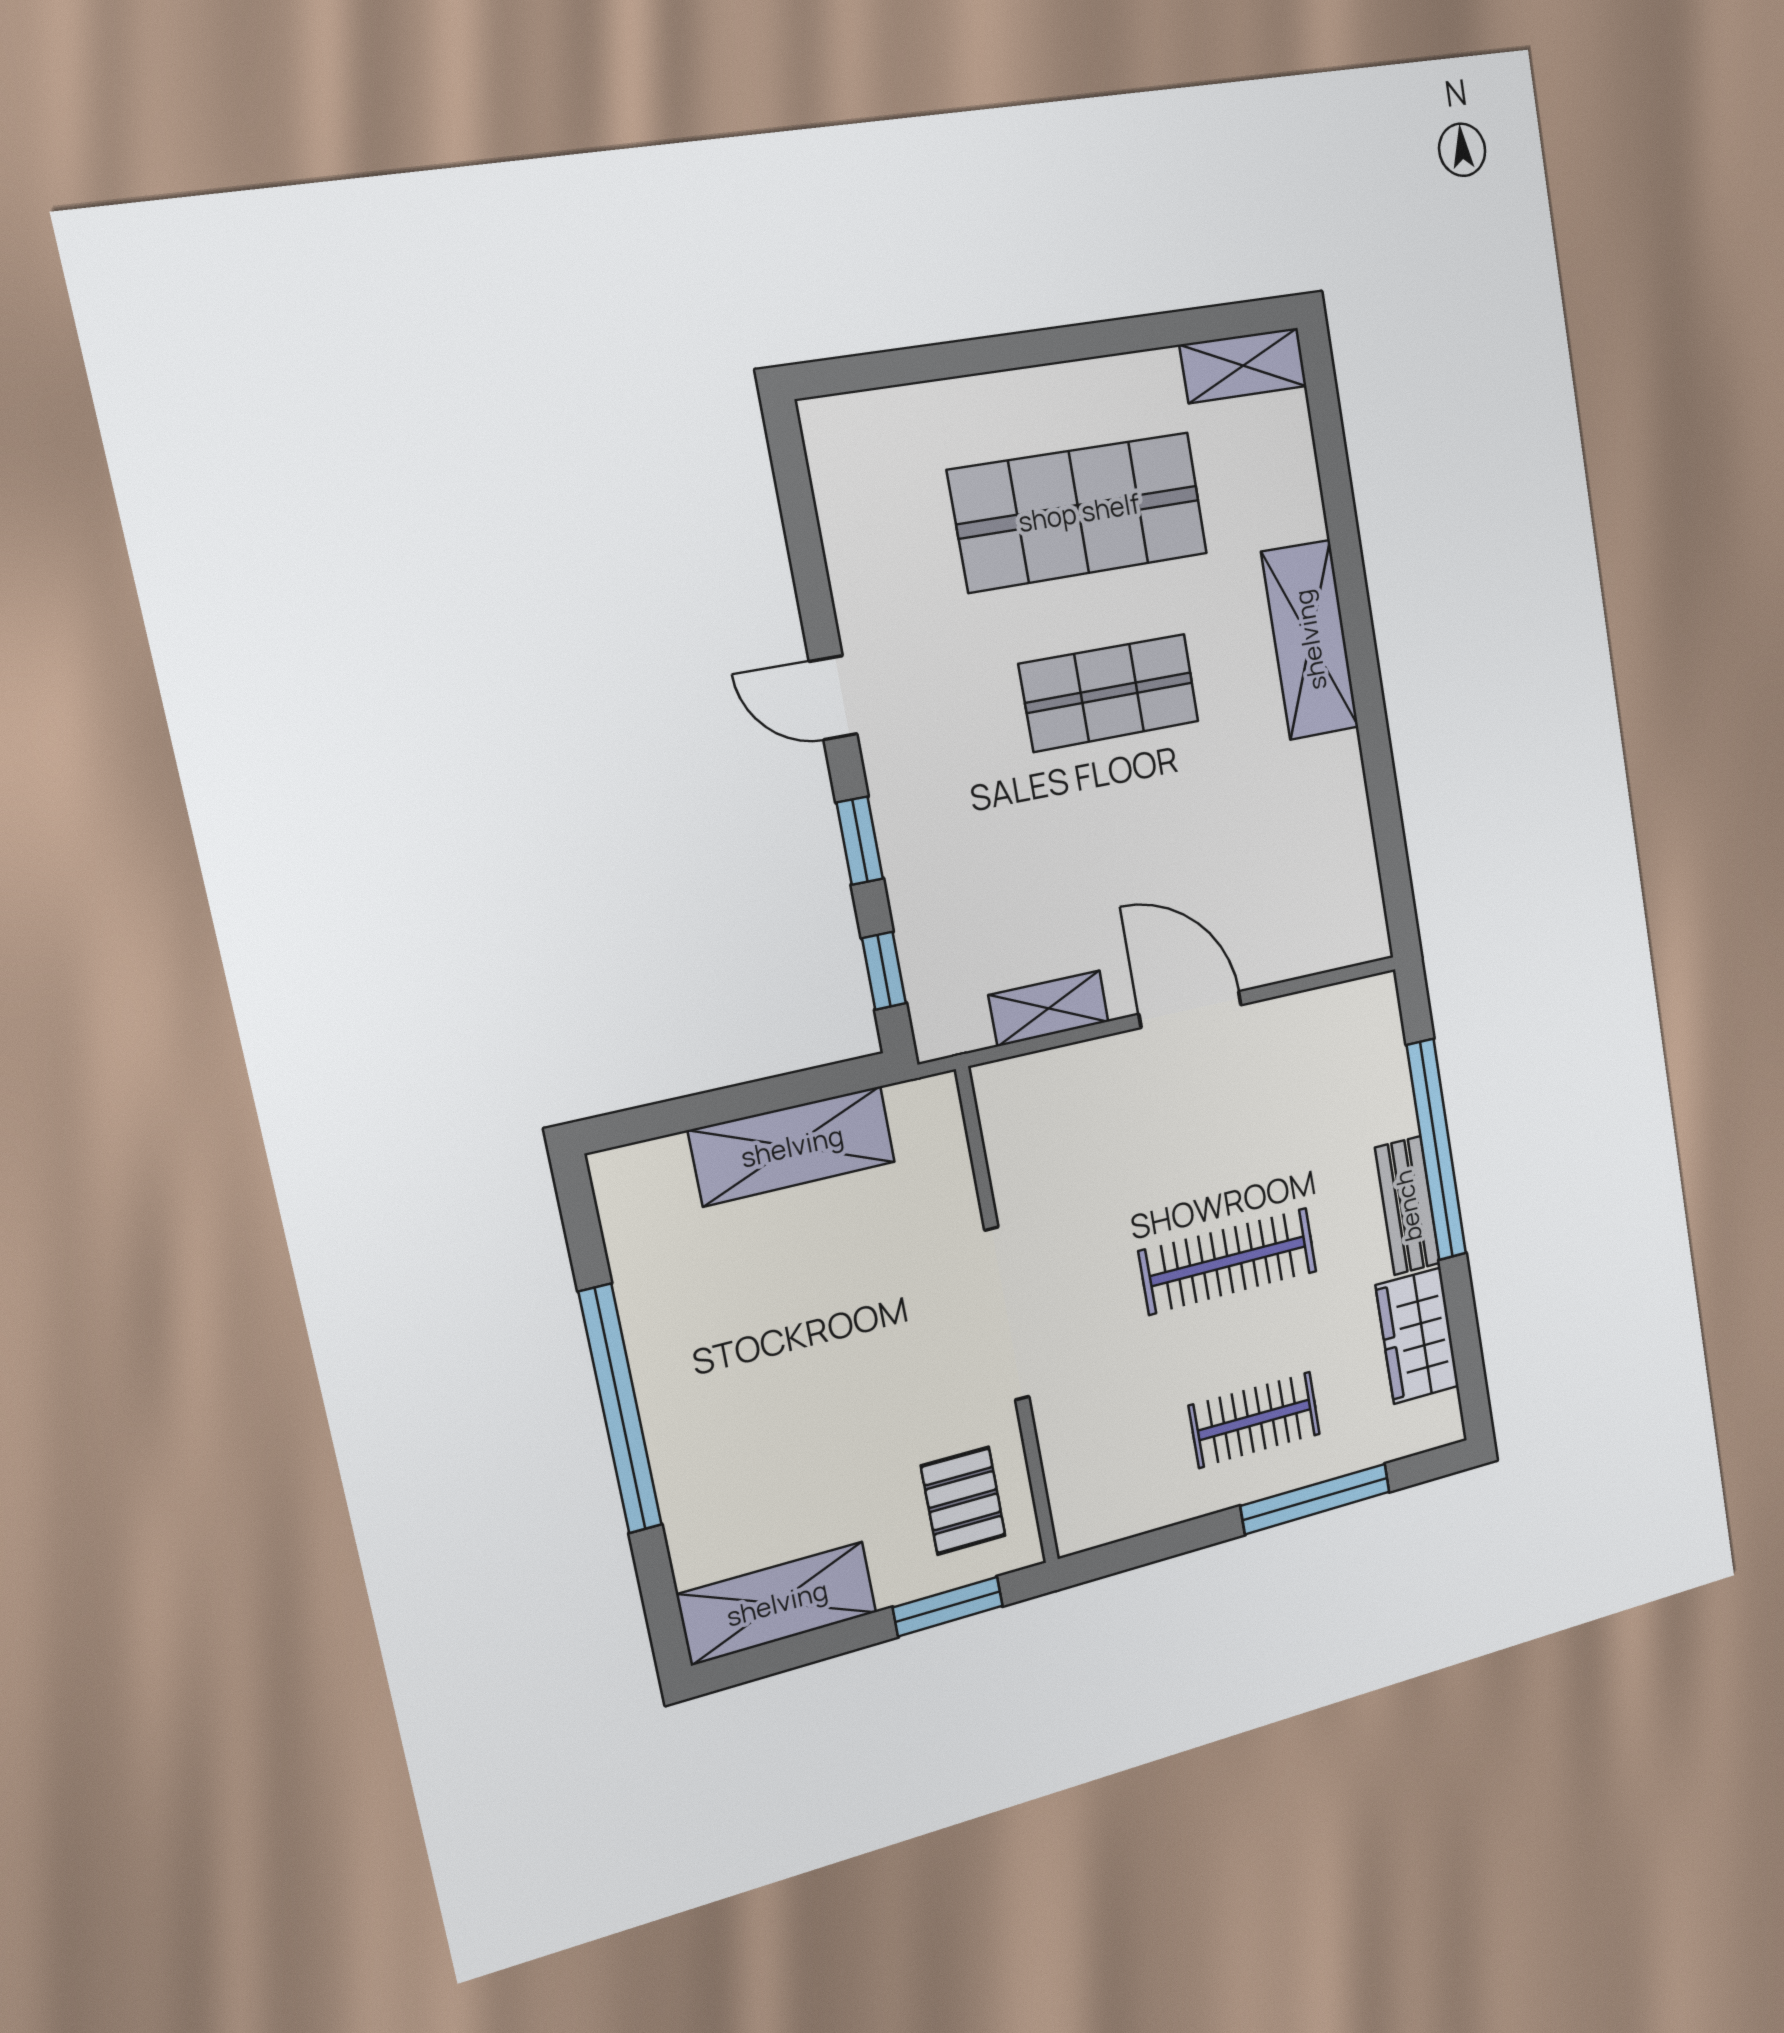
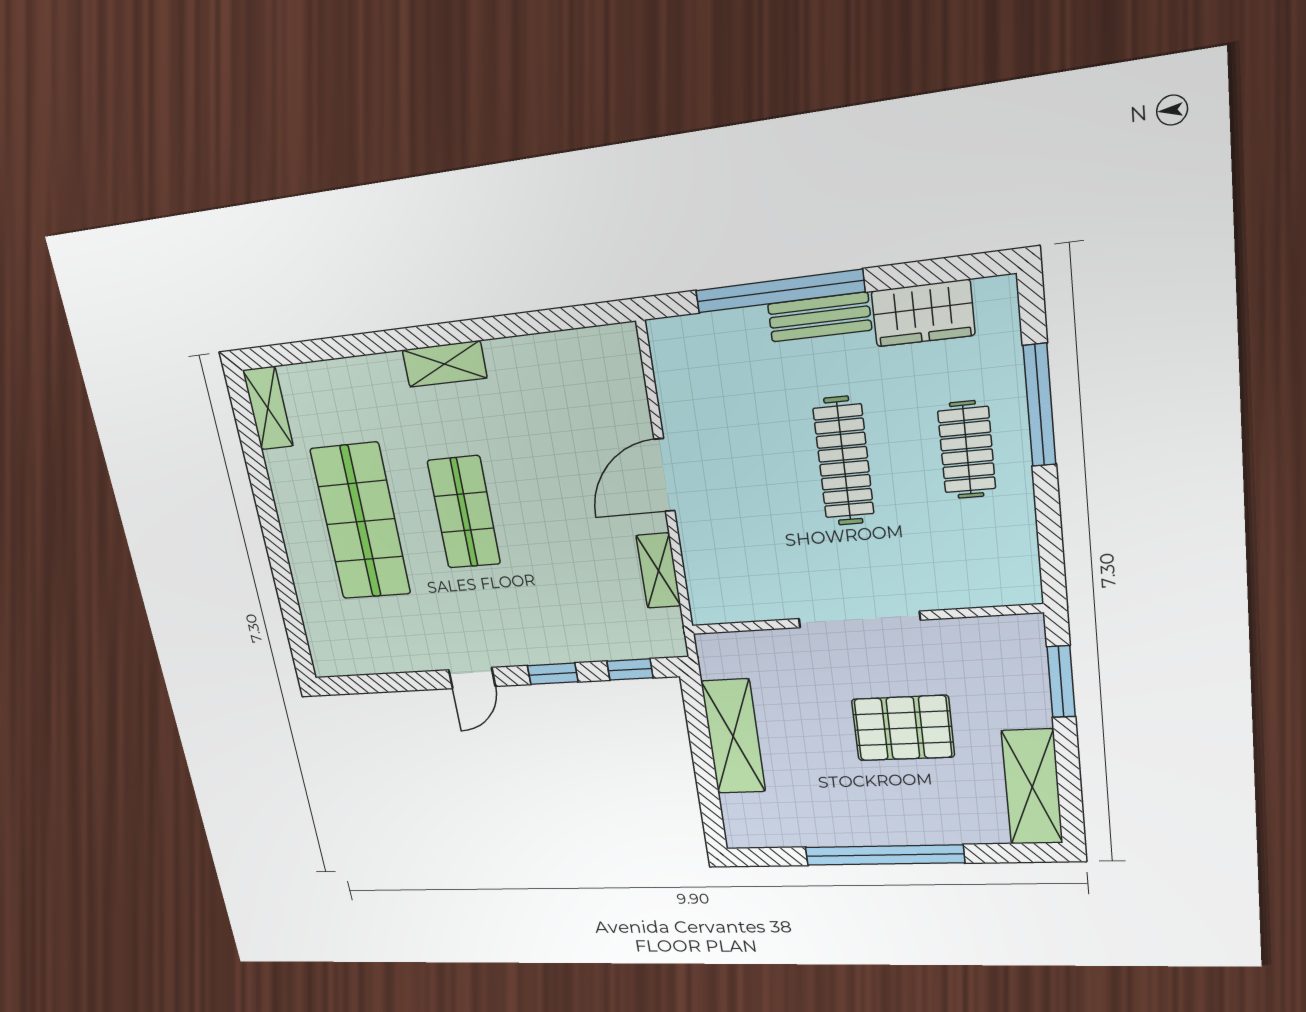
shelving: (1310, 640) -> (445, 364), width x0.67, depth x0.75
pallet: (963, 1501) -> (903, 728), moved, width x1.50, depth x1.42

